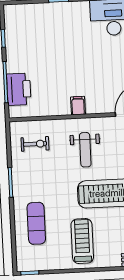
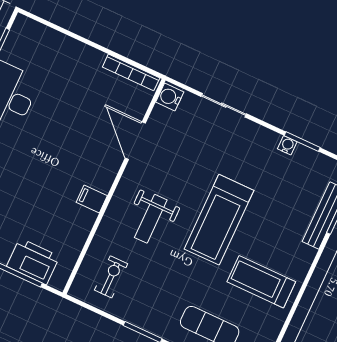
weight bench: (85, 150) -> (151, 219), turned 90

